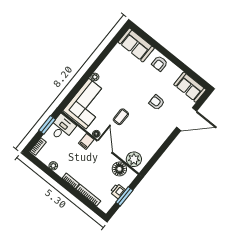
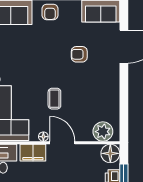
filing cabinet: (86, 141) -> (33, 153), width x2.00
floor lamp: (119, 169) -> (110, 153), moved

